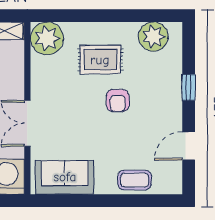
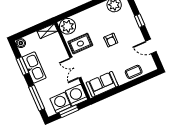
rug: (100, 60) -> (80, 44), moved
door: (189, 146) -> (151, 46), hinge flipped

